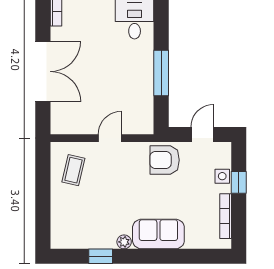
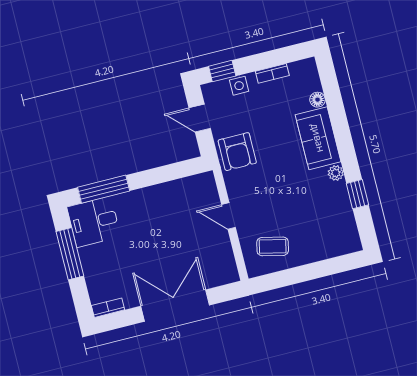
window: (161, 73) -> (104, 189), moved
window: (239, 182) -> (222, 71), moved
bookcase: (226, 216) -> (272, 73), width x0.64
floor lamp: (193, 242) -> (318, 100), added

